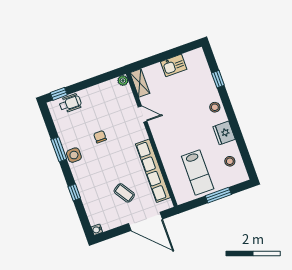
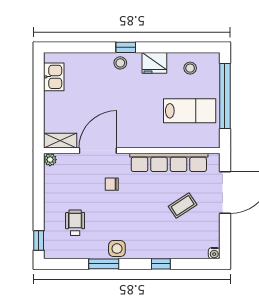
kitchen sink: (174, 65) -> (54, 77), moved
window: (218, 79) -> (126, 47), moved
wheelchair: (70, 103) -> (75, 223), moved
door: (143, 114) -> (98, 151), width x1.88
chair: (100, 137) -> (112, 184), moved
window: (218, 195) -> (225, 96), width x2.11

